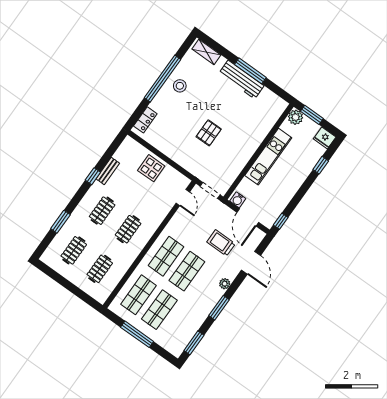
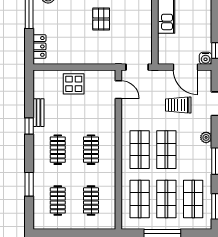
water cooler: (238, 200) -> (206, 58), moved
shop shelf: (180, 325) -> (193, 199), added

